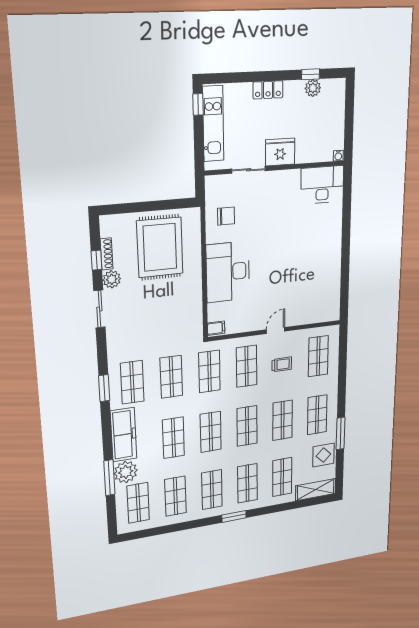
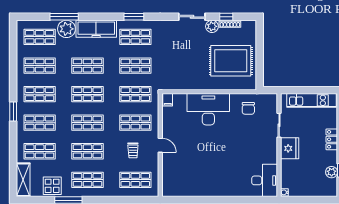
window: (198, 104) -> (324, 90), removed

